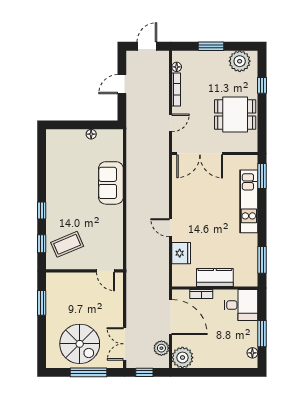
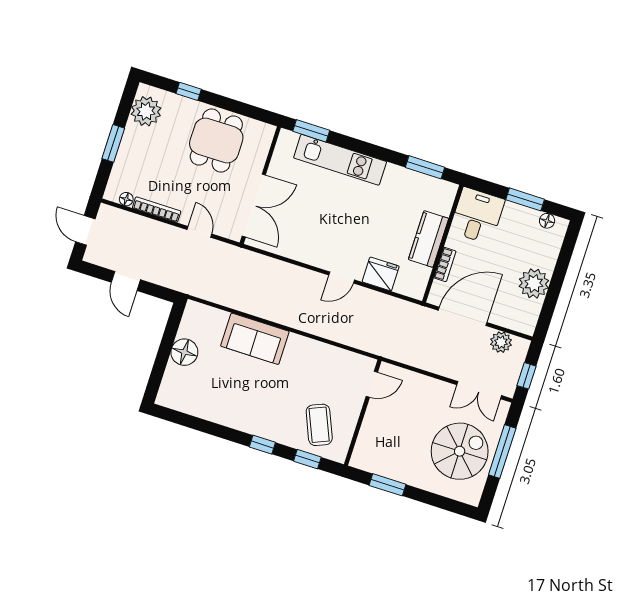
floor lamp: (91, 134) -> (184, 352), width x1.89, depth x1.89
plant: (182, 358) -> (534, 283), moved

